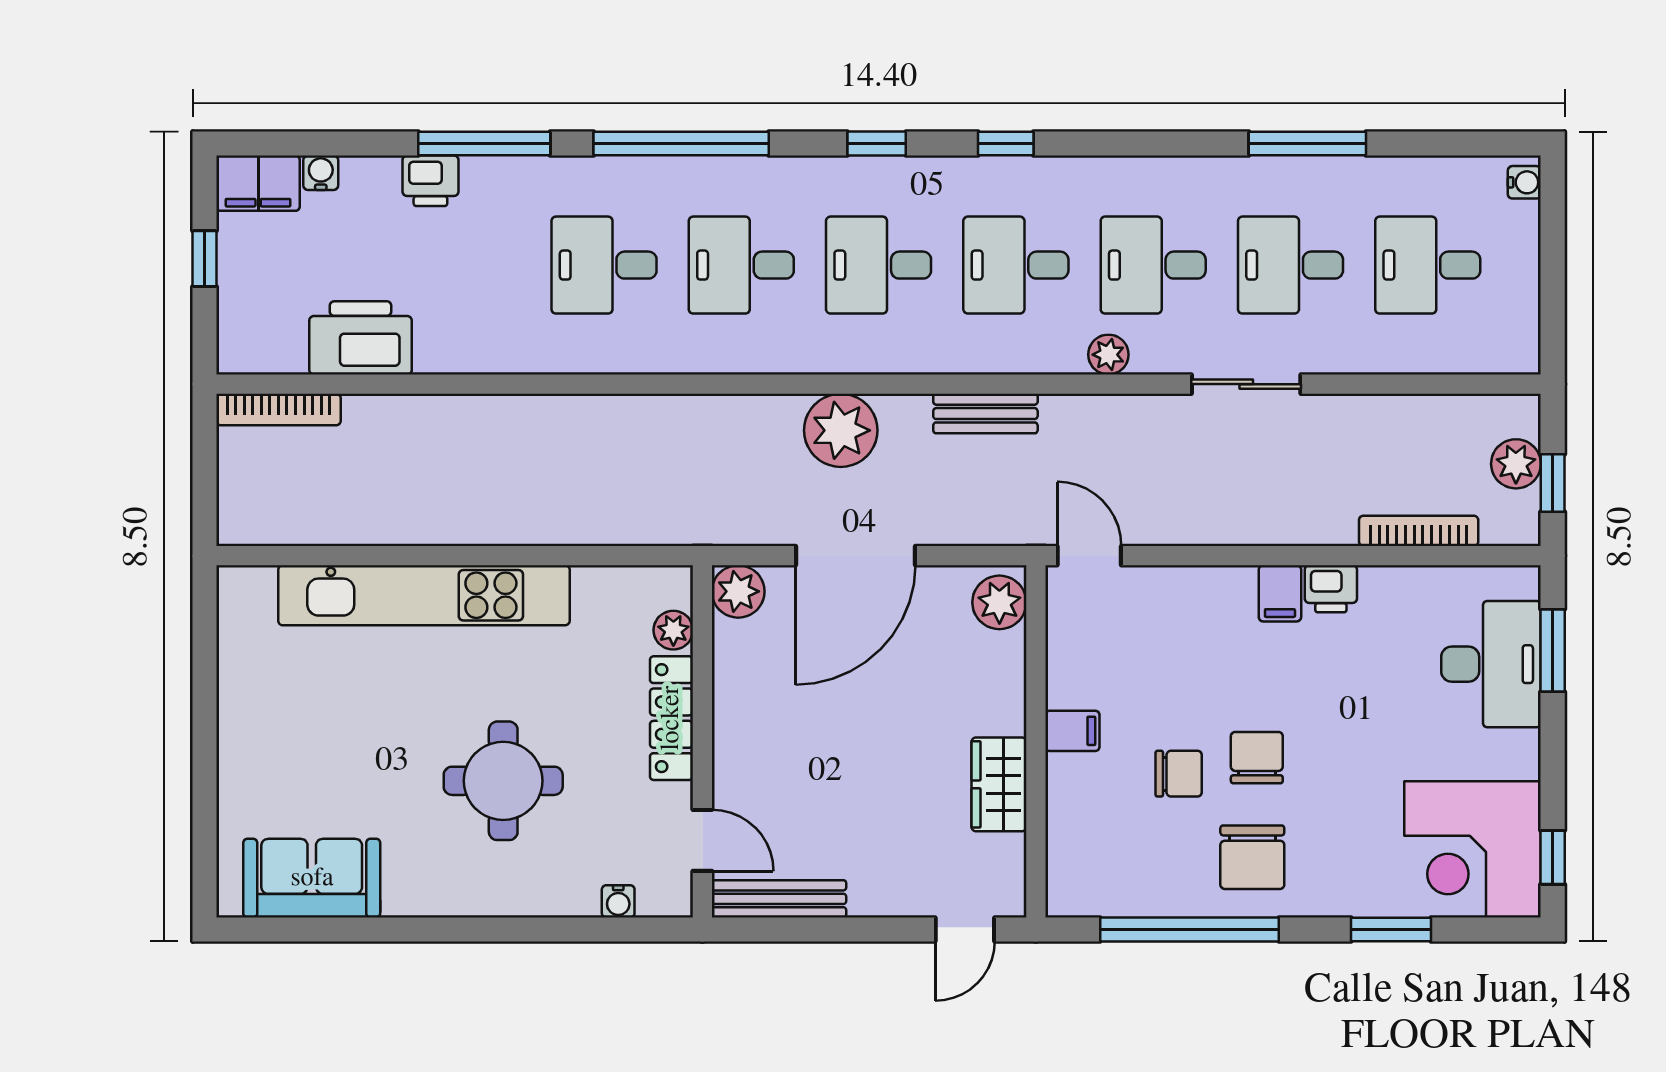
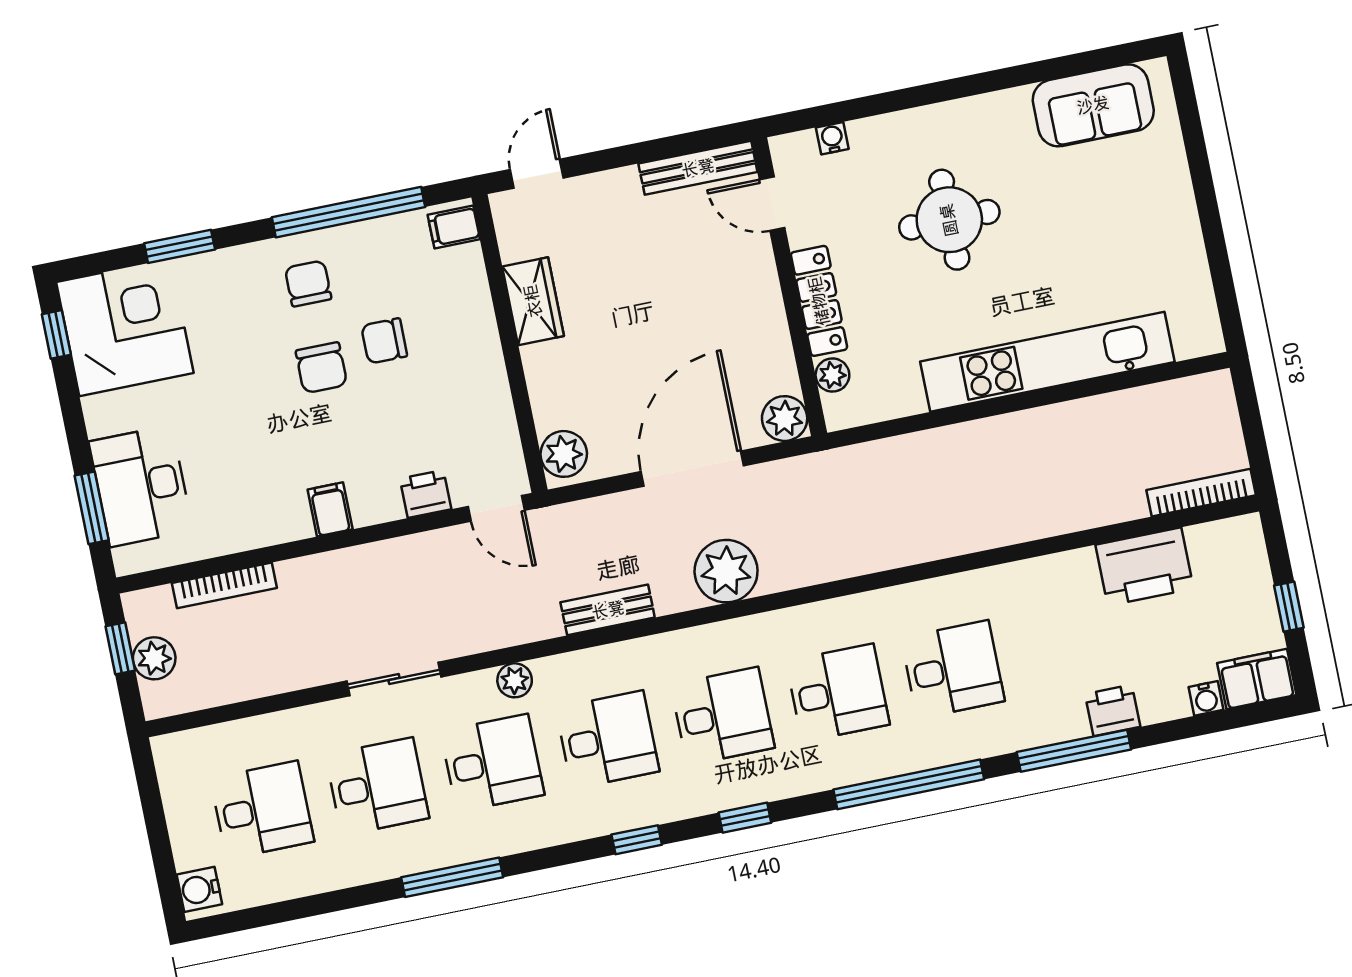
window: (1307, 144) -> (452, 877), moved
water cooler: (1524, 182) -> (199, 889), width x1.38, depth x1.38
printer: (1331, 589) -> (426, 494), moved
filing cabinet: (1072, 731) -> (454, 227), moved
chair: (1252, 857) -> (308, 283), width x0.73, depth x0.73

